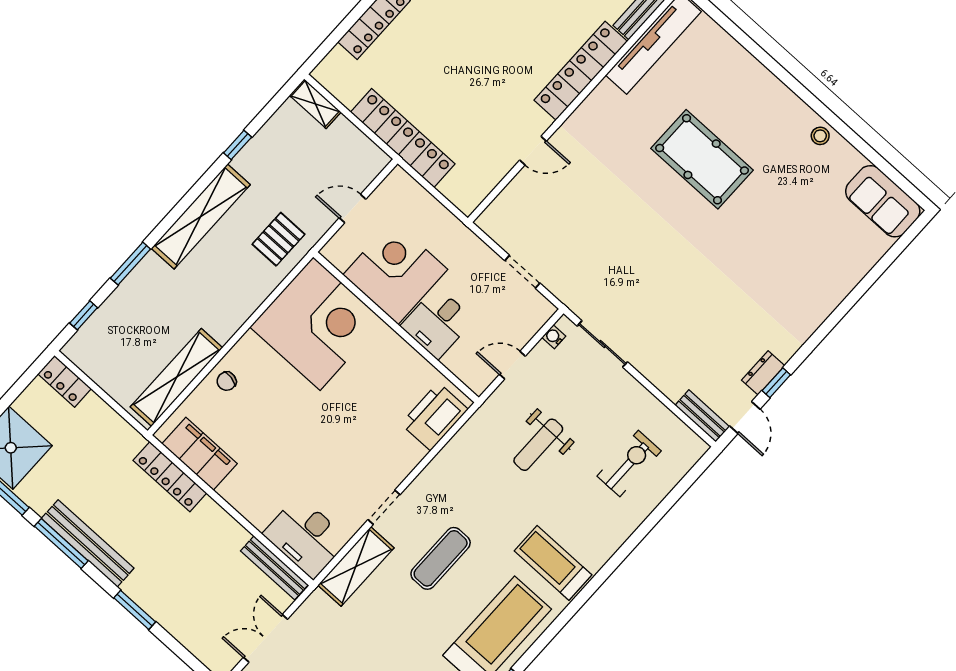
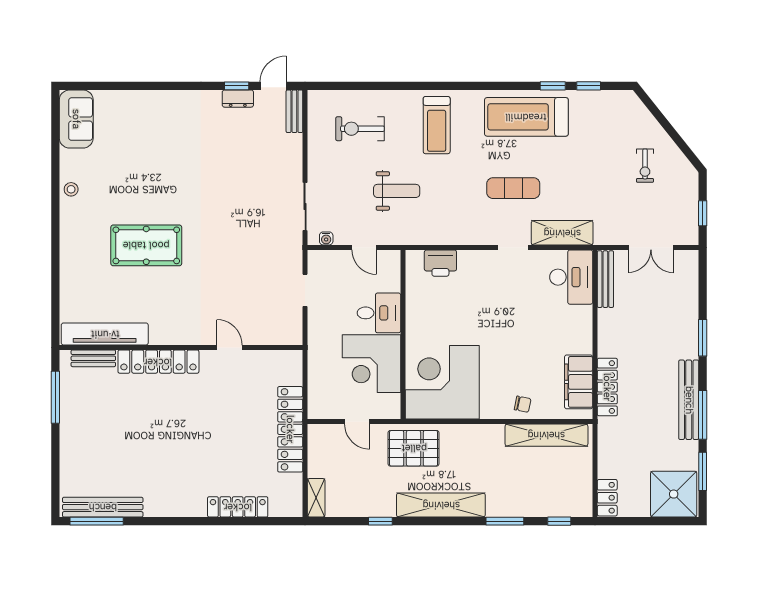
pool table: (702, 159) -> (146, 245), turned 90
pallet: (278, 239) -> (414, 448), width x1.50, depth x1.42
printer: (434, 416) -> (440, 263), width x0.73, depth x0.84
treadmill: (553, 563) -> (437, 125), moved

